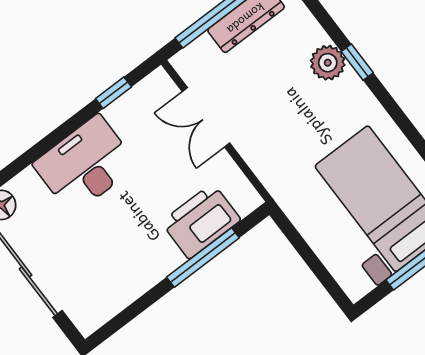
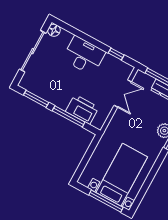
double door: (206, 117) -> (123, 94), swing flipped
window: (133, 311) -> (36, 99), added

